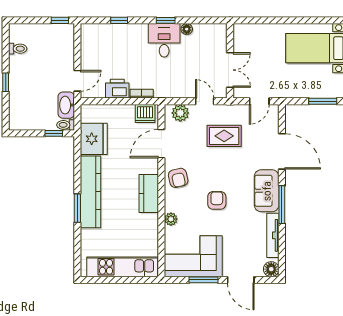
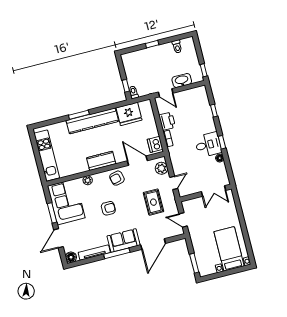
double door: (230, 70) -> (213, 191), moved
washbasin: (66, 105) -> (182, 80), moved

